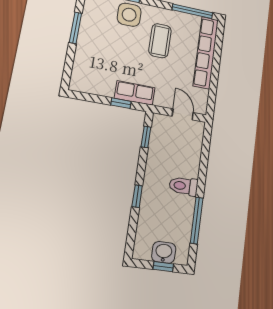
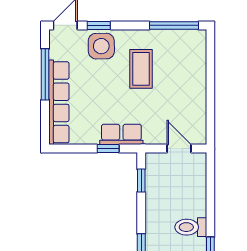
window: (76, 28) -> (45, 74), width x1.44
row of seats: (206, 53) -> (59, 102), moved, turned 180

